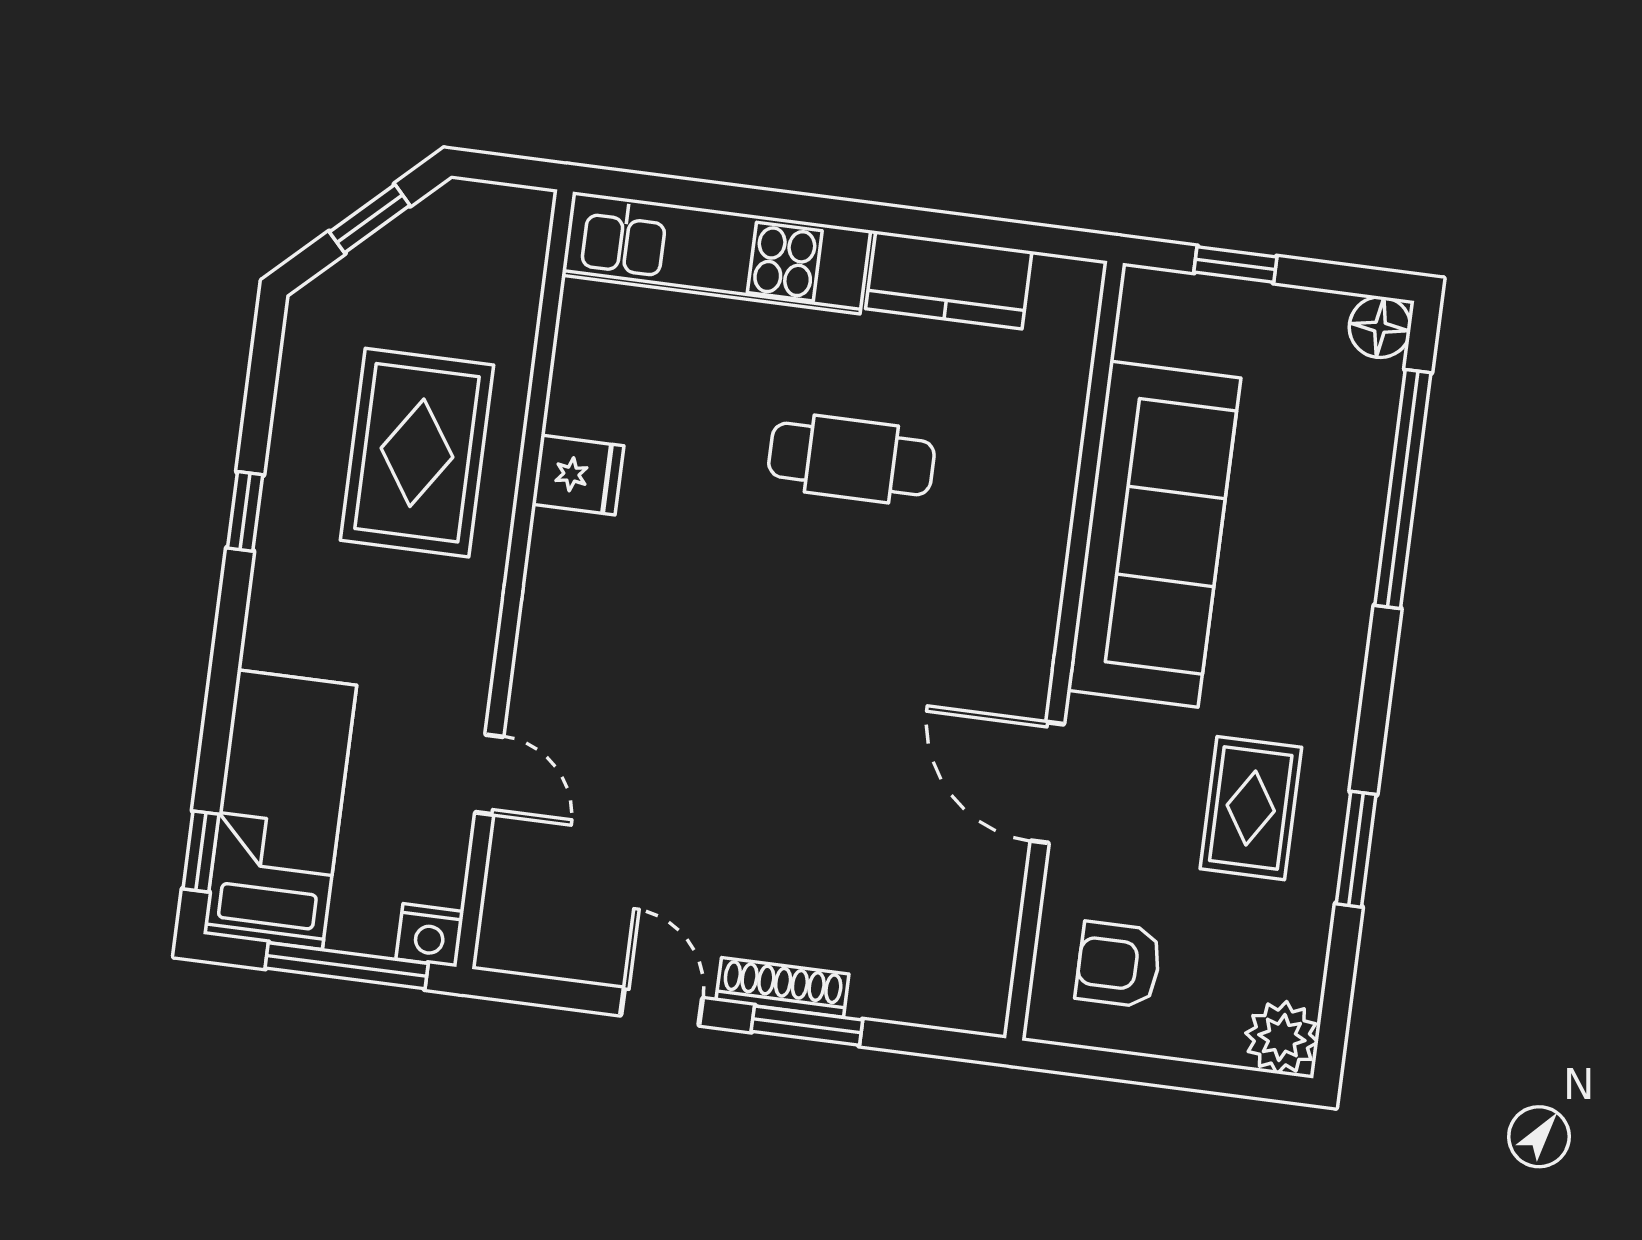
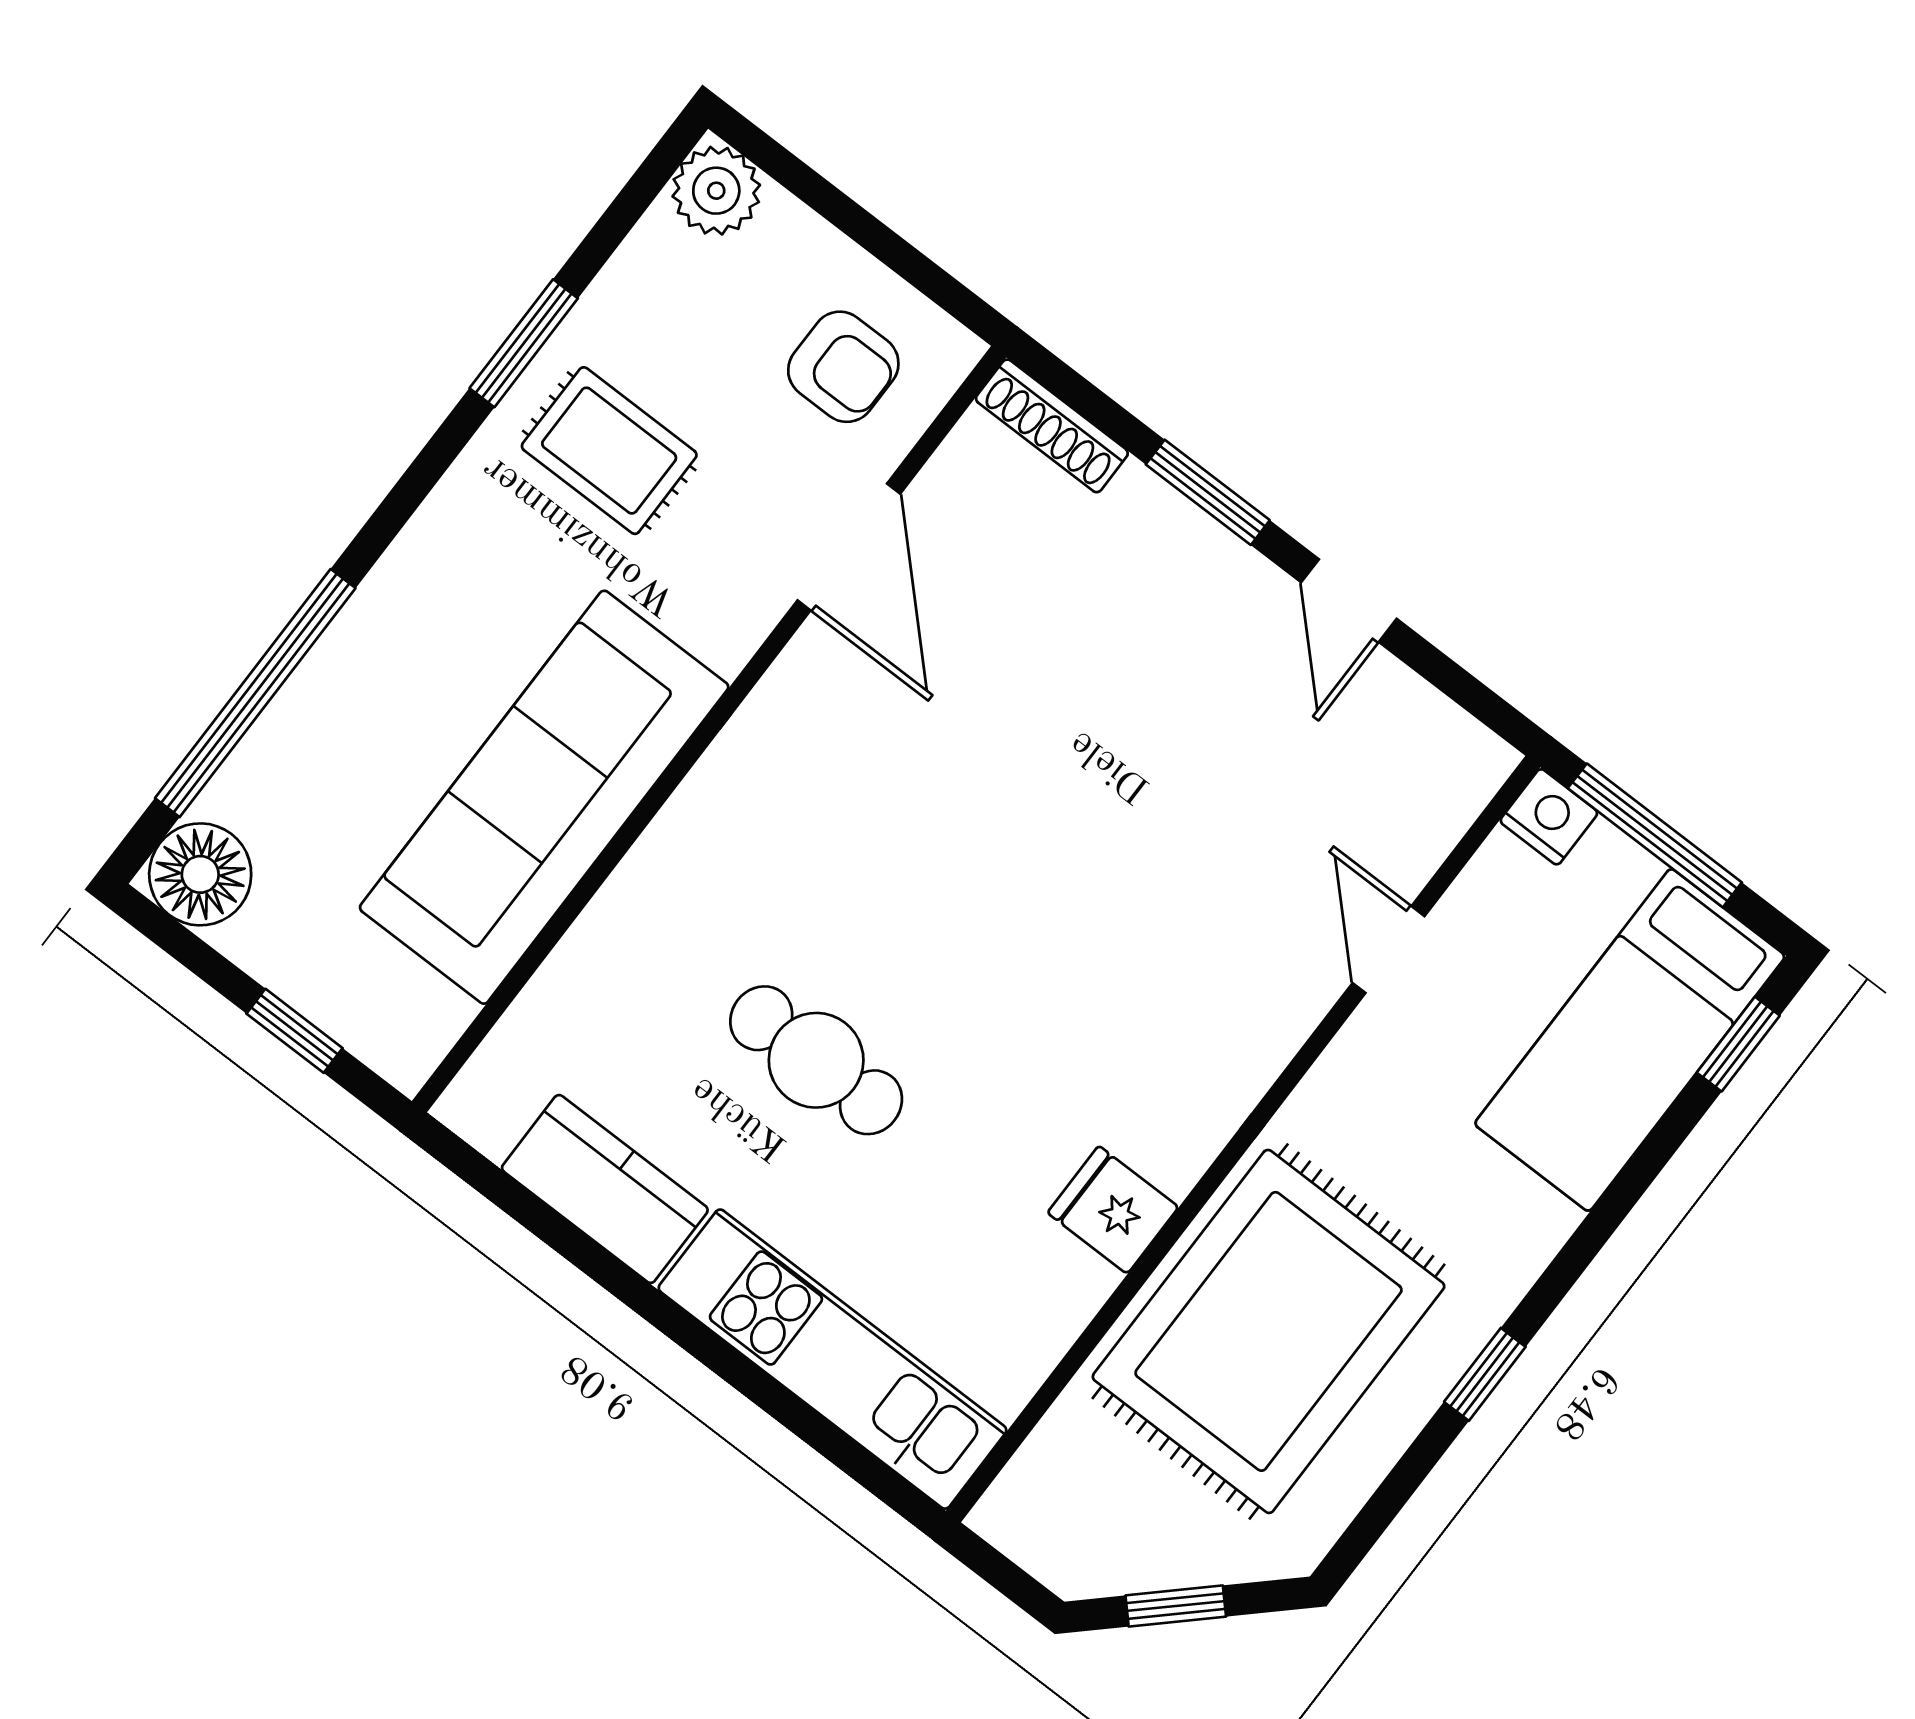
floor lamp: (1380, 327) -> (200, 874), width x1.38, depth x1.38
rug: (417, 453) -> (1269, 1331), width x1.37, depth x1.44
door: (1047, 782) -> (849, 547), moved
rug: (1251, 808) -> (609, 451), turned 90
shoe rack: (782, 987) -> (1052, 426), moved

